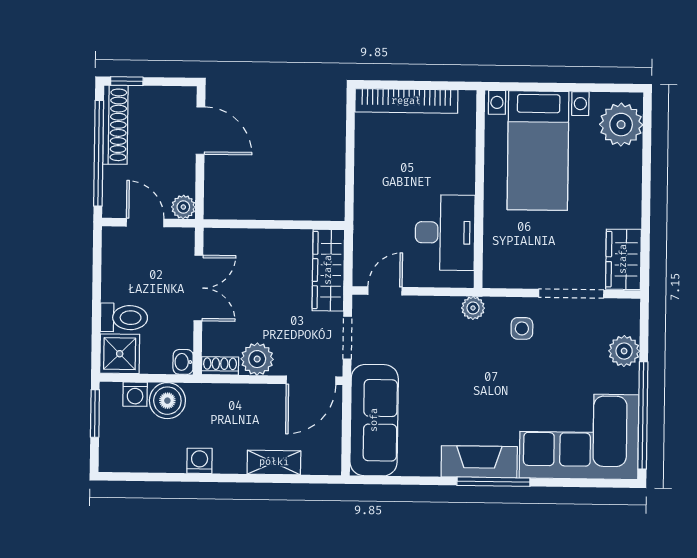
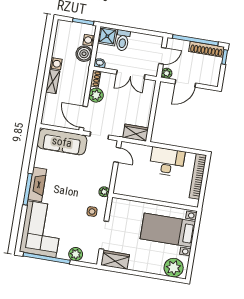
door: (201, 131) -> (185, 83), moved
desk: (445, 233) -> (167, 162), moved, turned 180
wardrobe: (328, 270) -> (136, 133), width x0.67
shelving: (274, 462) -> (53, 81), moved

